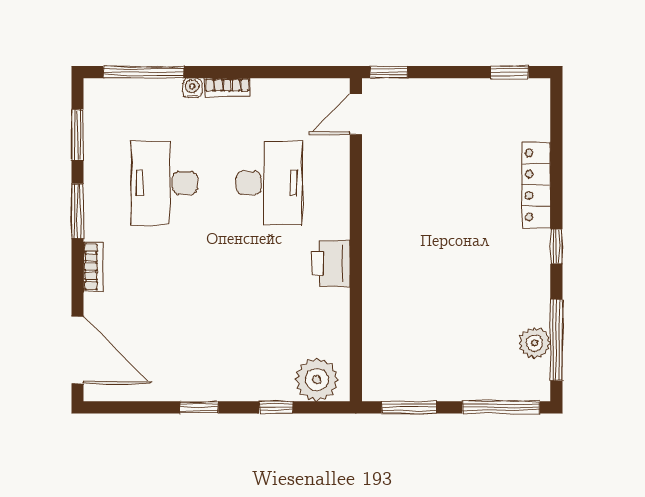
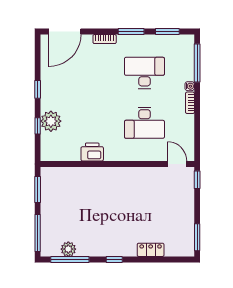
window: (510, 72) -> (197, 237), width x1.50
locker: (536, 185) -> (151, 250), width x0.66
printer: (331, 264) -> (92, 152), moved
plant: (317, 380) -> (51, 121), moved

